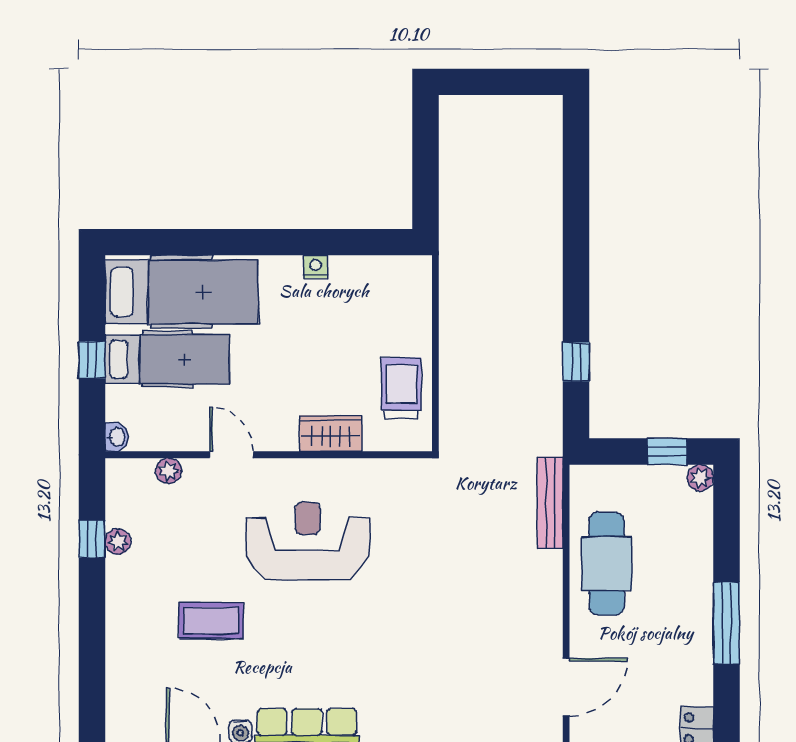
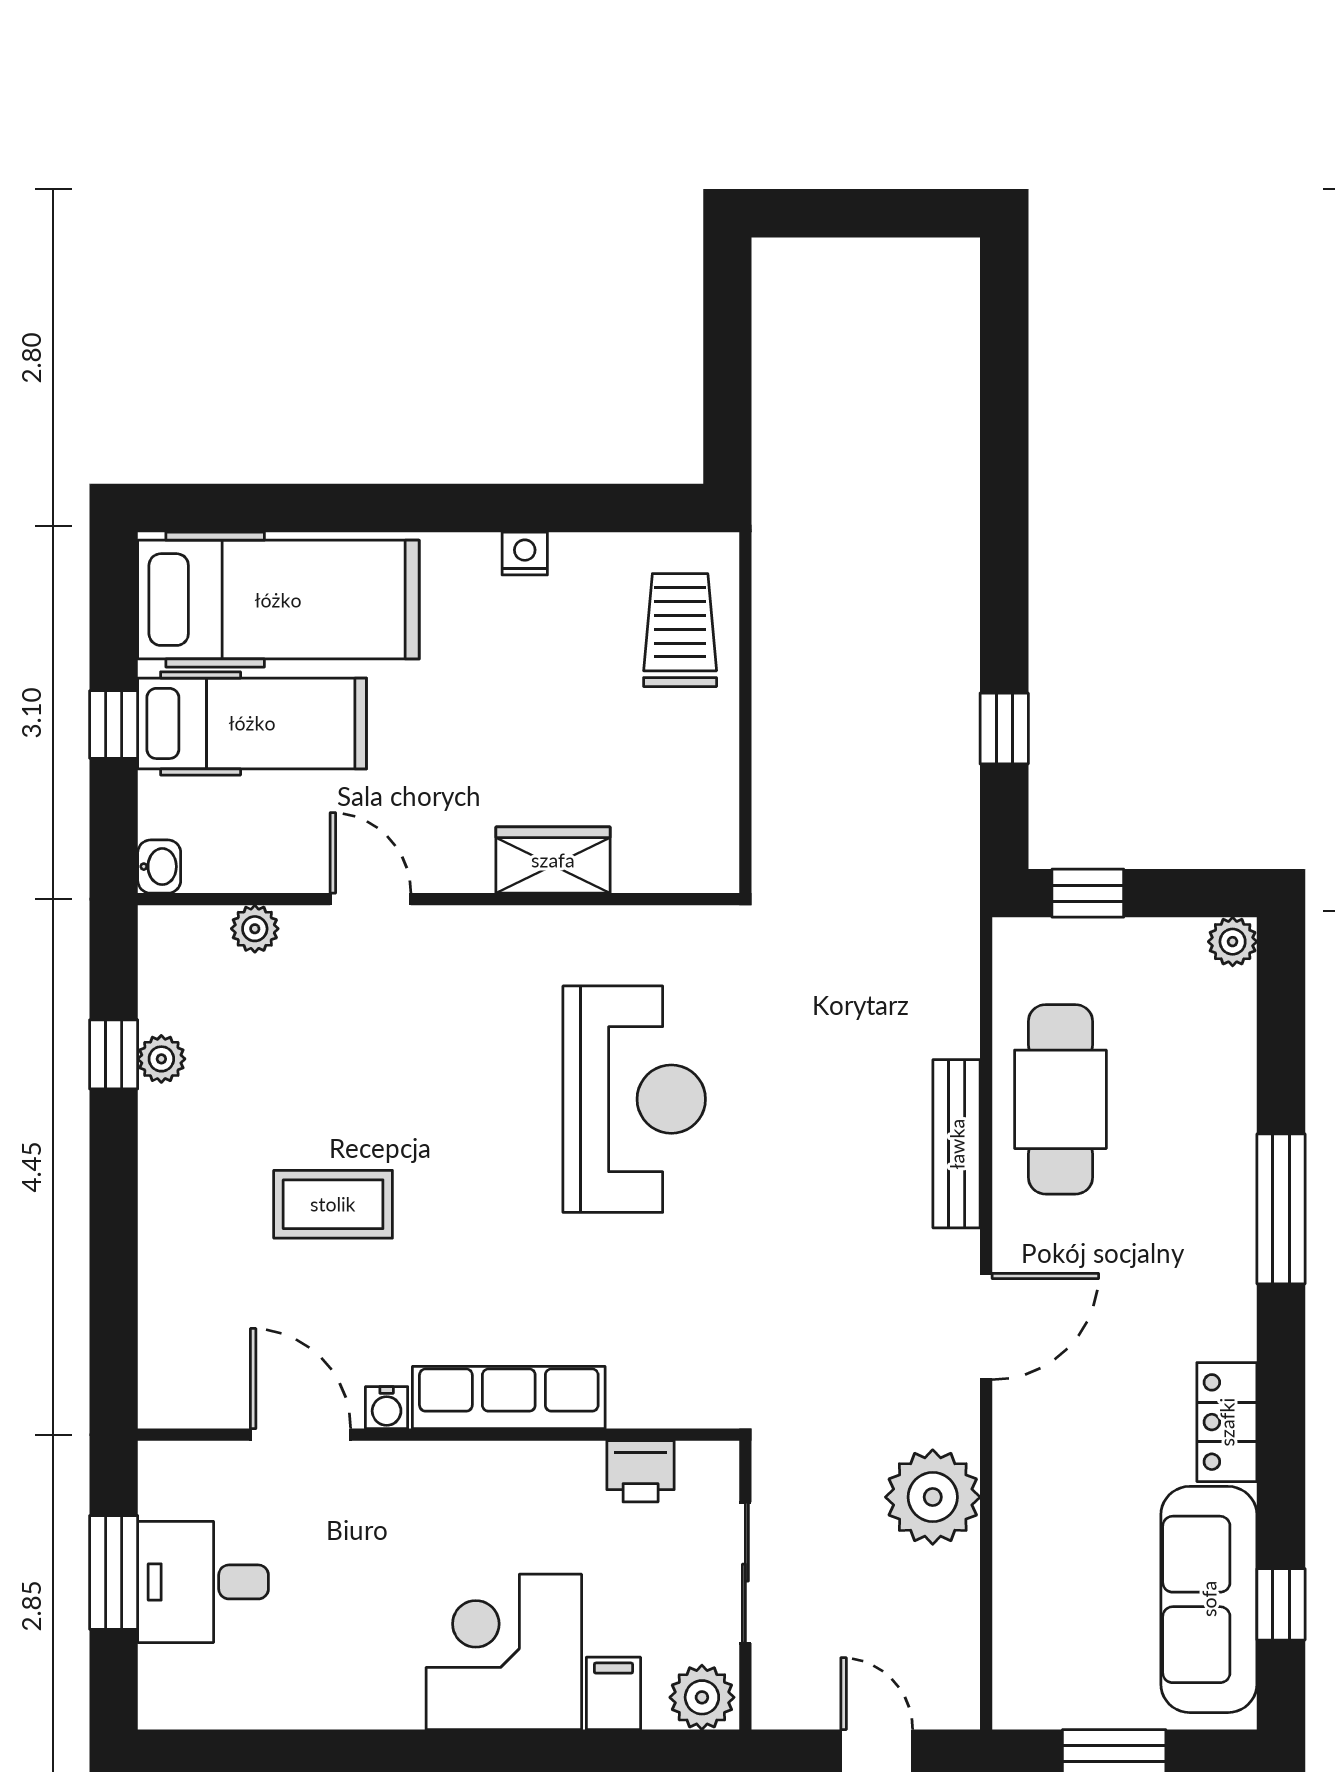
trolley: (401, 388) -> (680, 630), moved
window: (667, 451) -> (1088, 893), moved
bench: (550, 503) -> (957, 1144), moved
reception desk: (308, 541) -> (634, 1099), moved, turned 90

